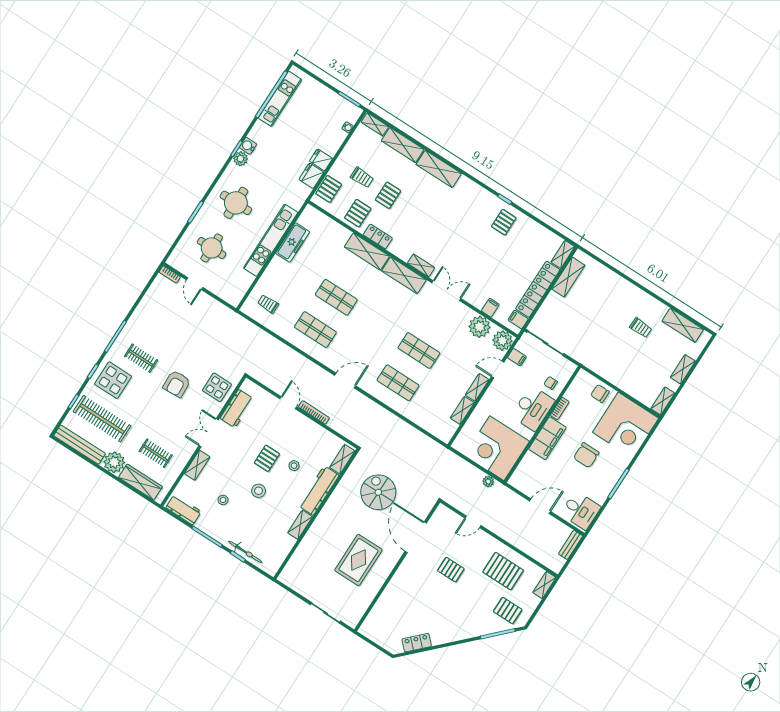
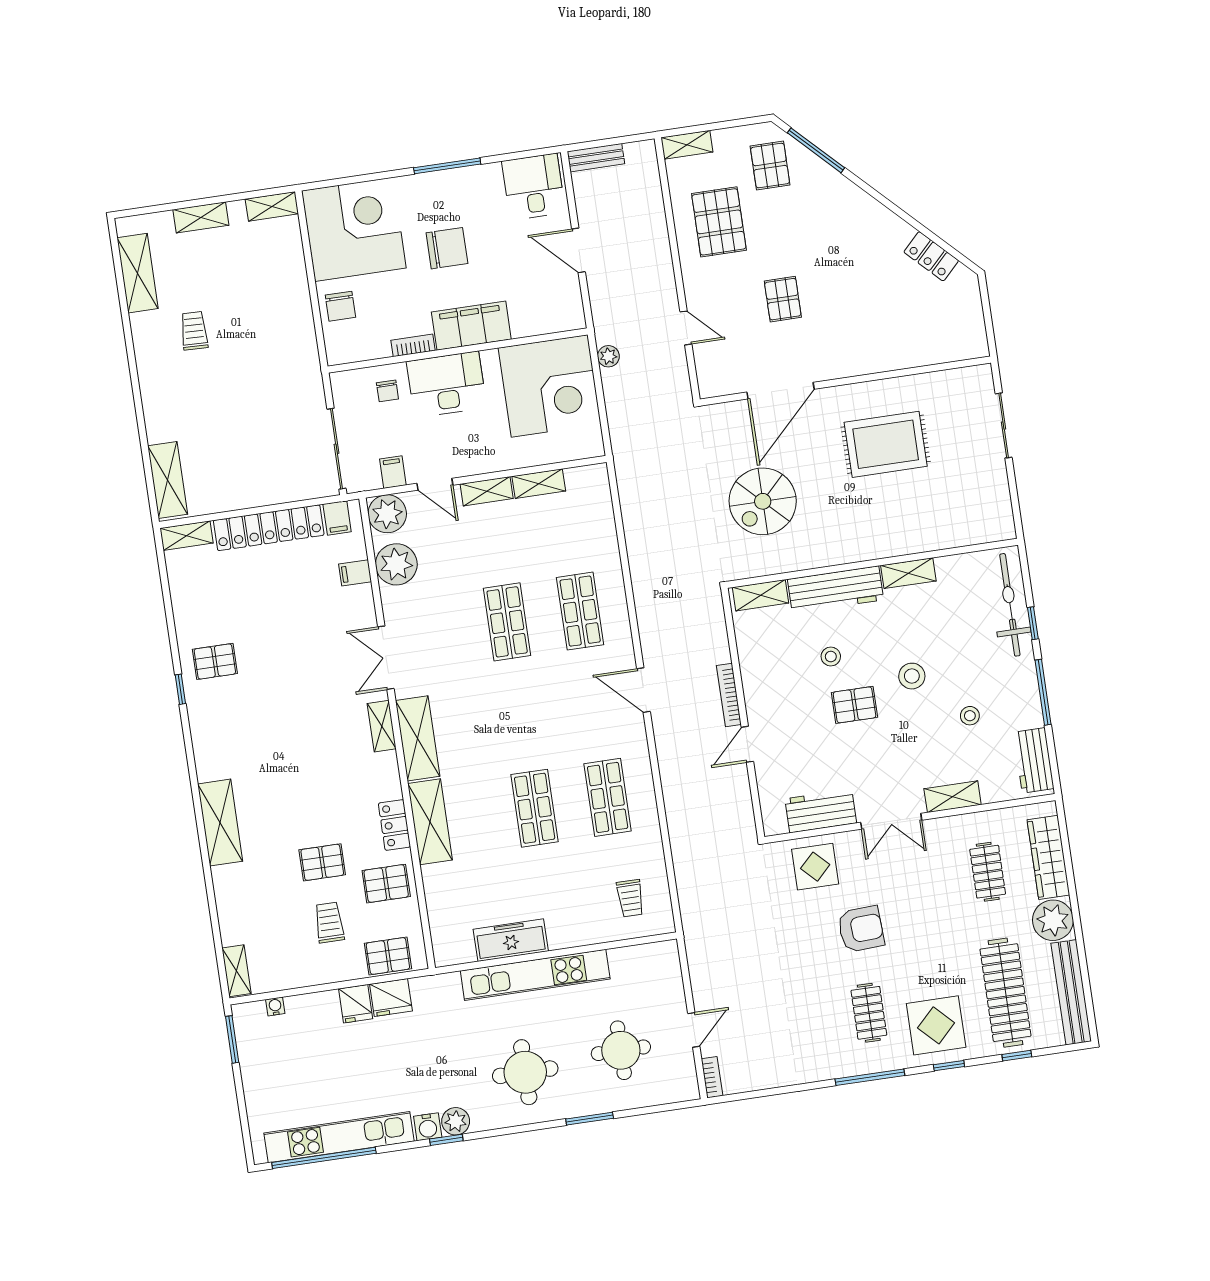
kitchen unit: (280, 99) -> (339, 1137), width x1.36
shelving: (403, 145) -> (231, 905), removed
shelving: (568, 277) -> (168, 480), moved, turned 90
bicycle: (245, 552) -> (1010, 605), width x1.37, depth x1.40

